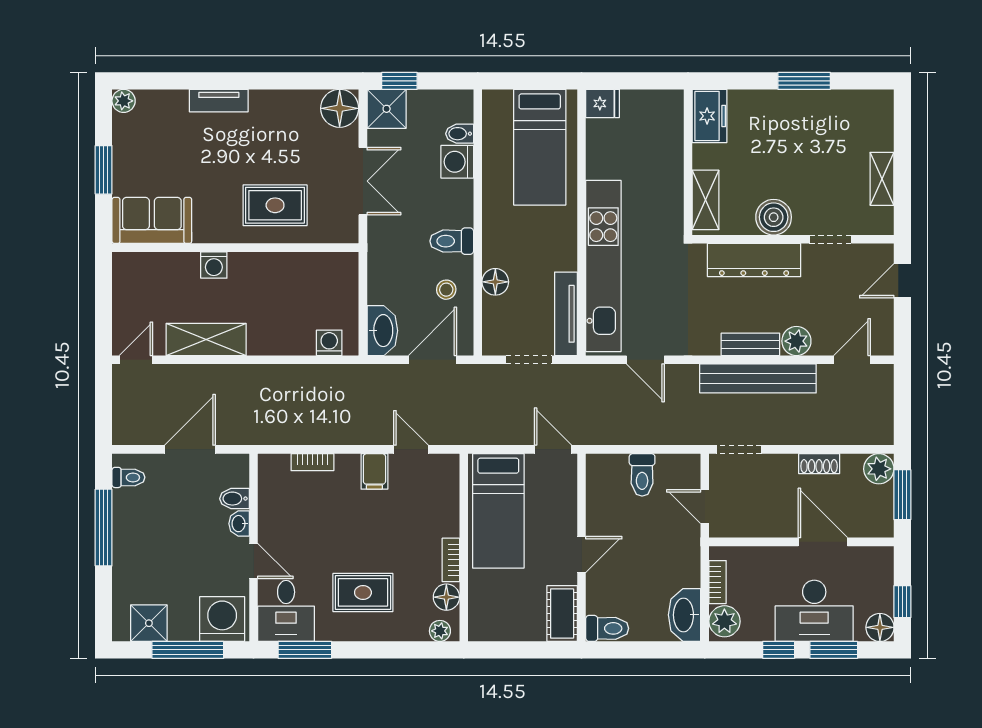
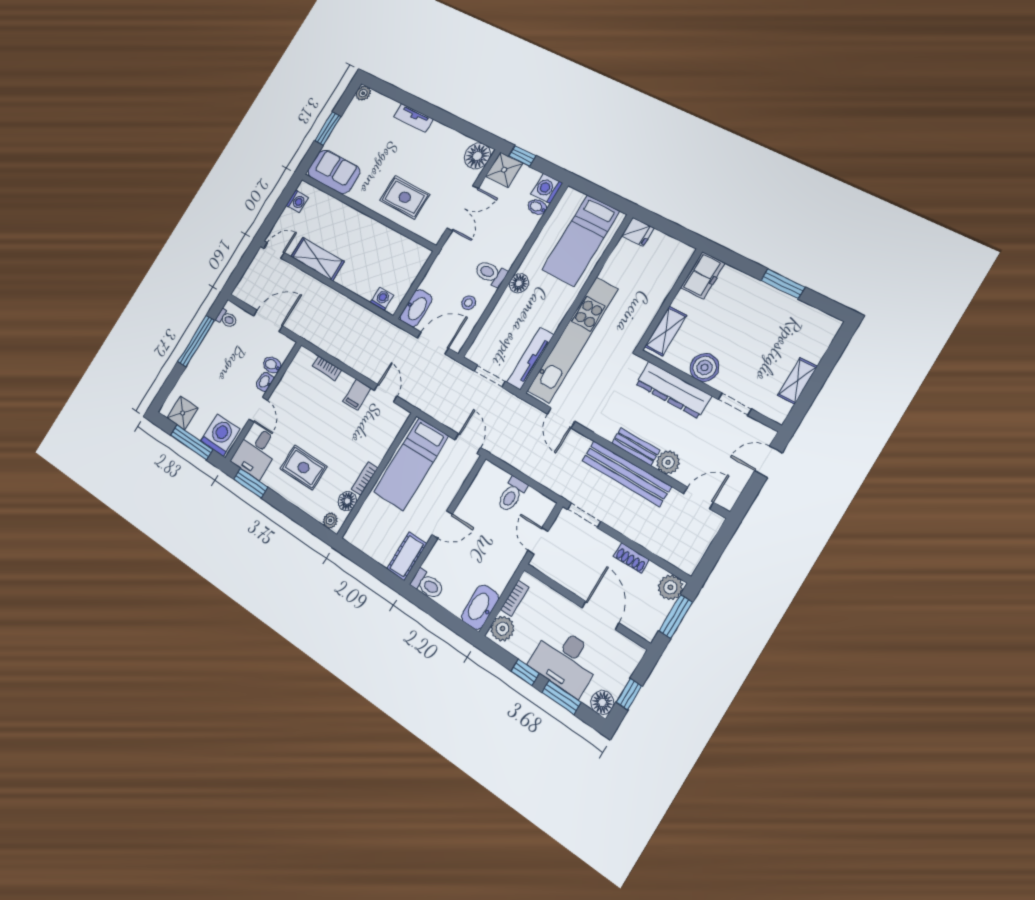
washing machine: (457, 162) -> (547, 188), moved
washing machine: (214, 265) -> (297, 201), moved, turned -90
floor lamp: (495, 282) -> (519, 283), moved

